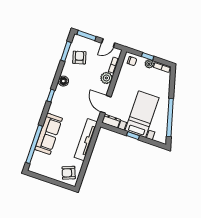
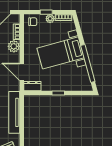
bed with nightstands: (142, 114) -> (60, 53), moved, turned -105

